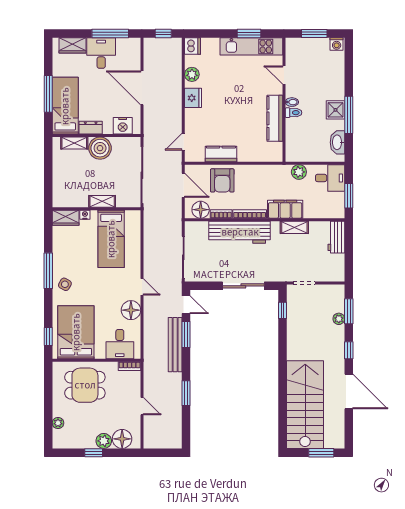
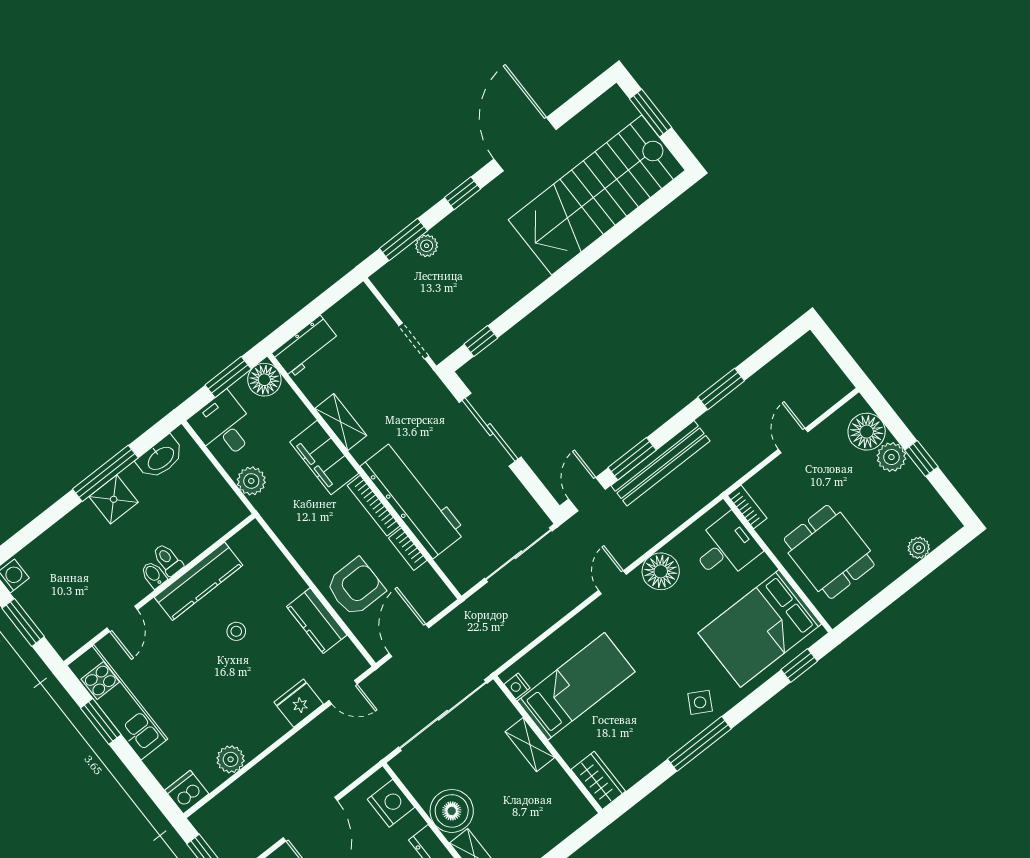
fridge: (193, 98) -> (299, 703), moved
stool: (242, 118) -> (236, 631), added
floor lamp: (201, 210) -> (264, 380), moved
nightstand: (85, 215) -> (517, 686), moved

